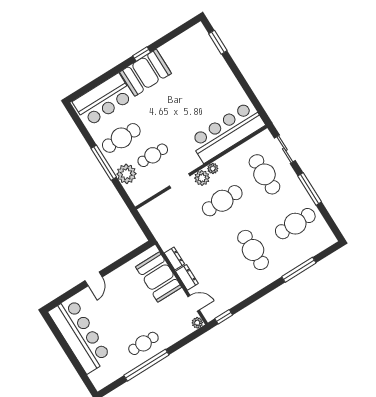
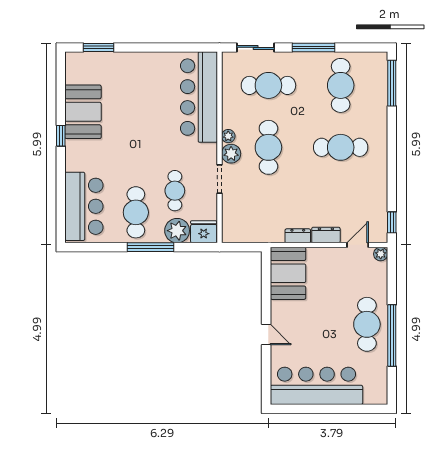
booth: (146, 73) -> (83, 112), moved
fridge: (137, 193) -> (204, 232), added
window: (299, 270) -> (392, 83), moved
booth: (159, 277) -> (288, 273), moved, turned 90
cafe table: (143, 343) -> (367, 324), width x1.37, depth x1.35

